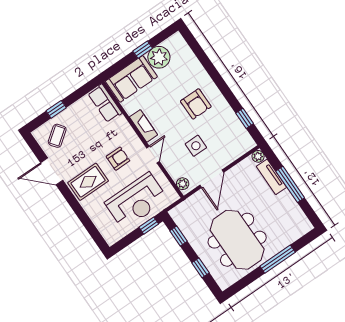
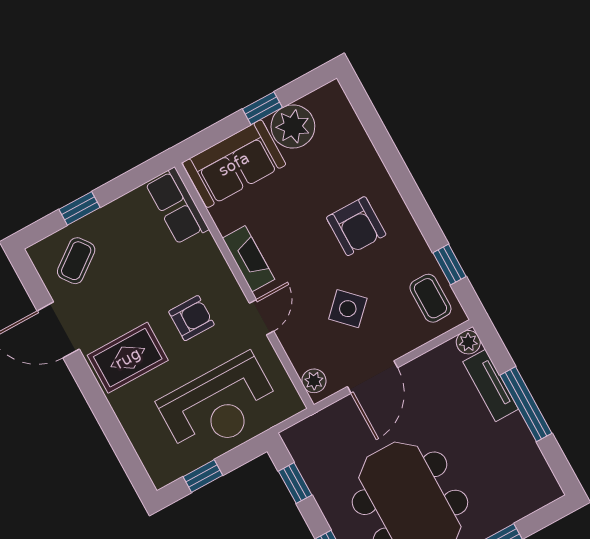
coffee table: (237, 136) -> (430, 298), added
side table: (196, 146) -> (348, 309), turned 45
window: (149, 226) -> (203, 476), moved

